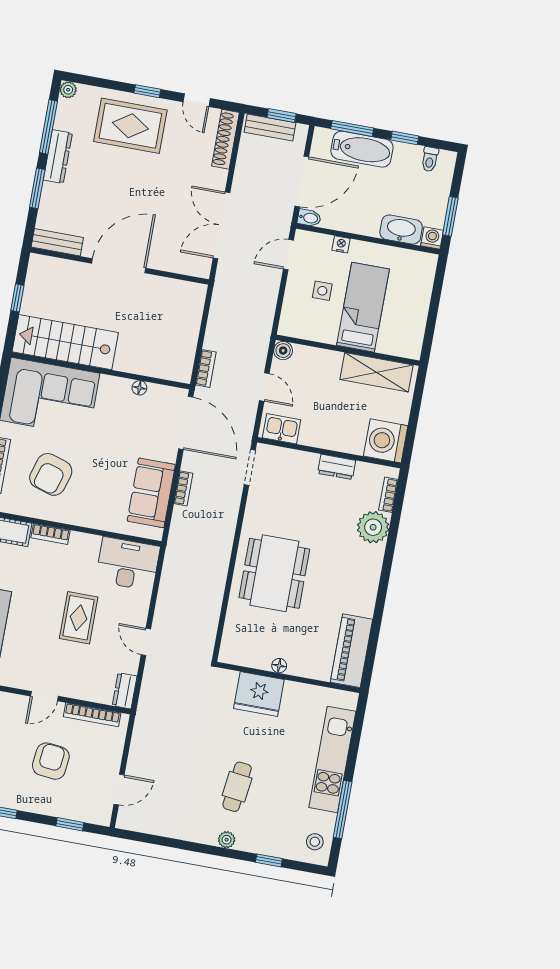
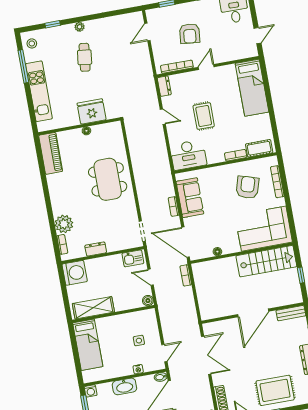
washbasin: (401, 230) -> (124, 386), moved
bed: (363, 307) -> (88, 345), moved

